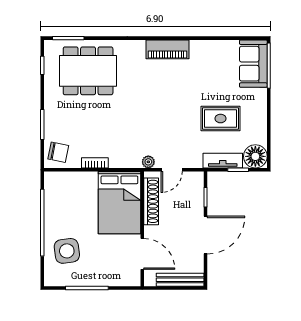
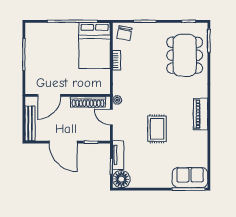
rug: (220, 119) -> (157, 129), moved
bed: (119, 203) -> (95, 46), moved, turned -90
side table: (67, 251) -> (51, 40), removed

